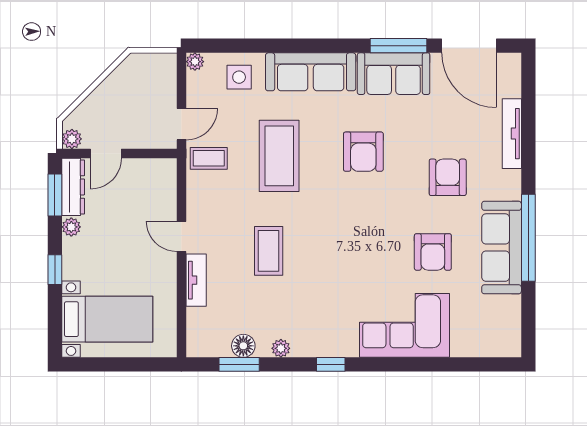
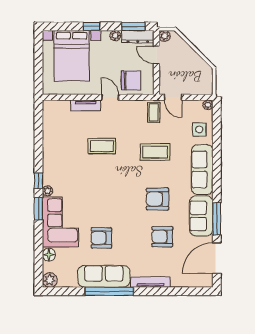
tv unit: (512, 134) -> (150, 282), moved
coffee table: (279, 156) -> (155, 152), width x0.73, depth x0.76
armchair: (448, 177) -> (162, 237), moved, turned 180
chair: (151, 199) -> (131, 80), added
door: (181, 236) -> (110, 97), hinge flipped
bed with nightstands: (107, 319) -> (72, 56), width x1.36
plant: (508, 344) -> (50, 280), added
floor lamp: (243, 346) -> (49, 255), moved
plant: (281, 348) -> (48, 191), moved
window: (239, 364) -> (38, 209), moved

